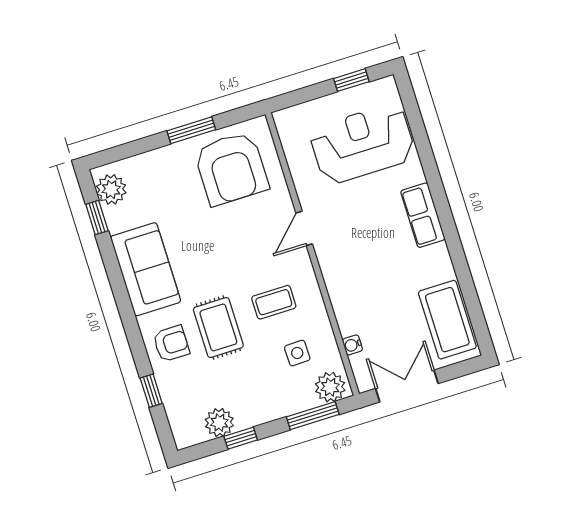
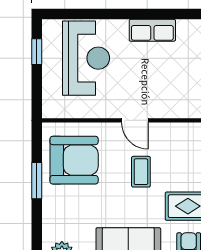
reception desk: (362, 144) -> (86, 58), turned 180
coffee table: (274, 302) -> (141, 172), moved

